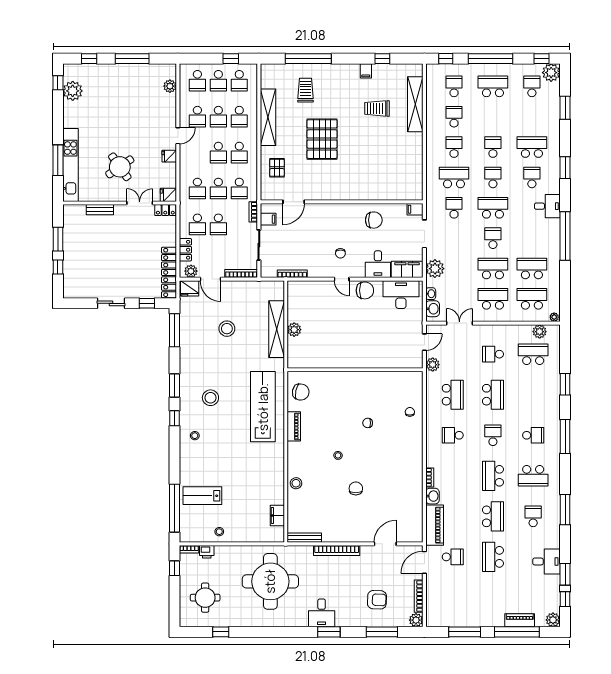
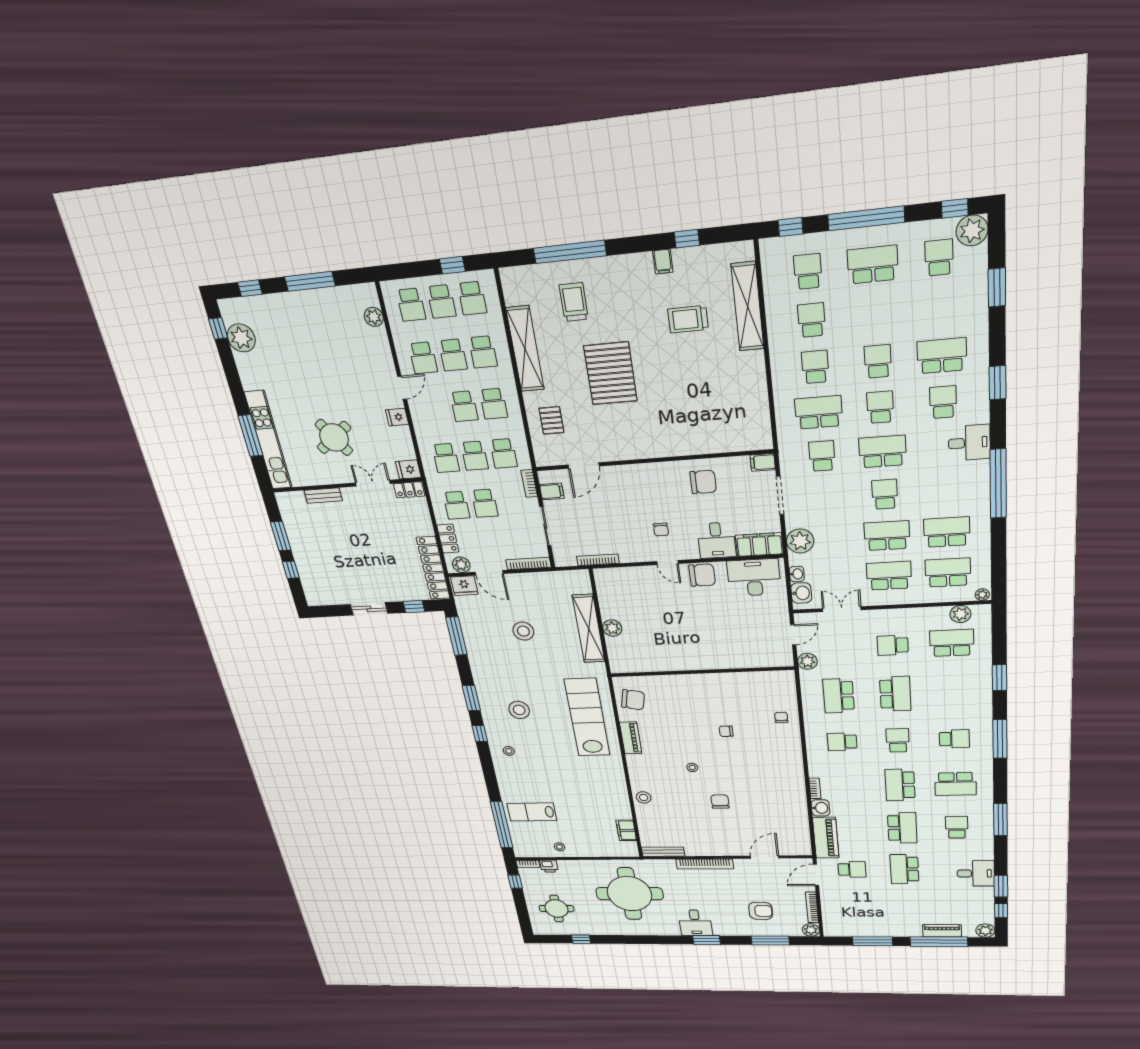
school desk: (453, 395) -> (839, 696), turned 180

